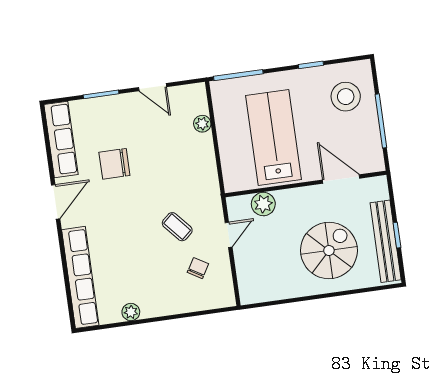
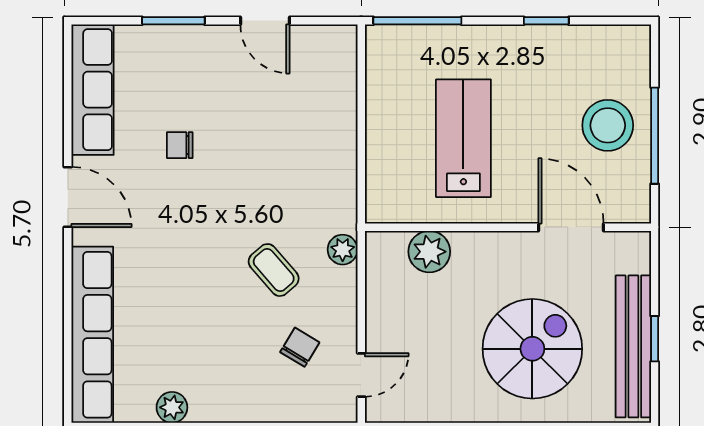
stool: (346, 97) -> (608, 125), moved
plant: (202, 124) -> (343, 250), moved
lab bench: (274, 138) -> (463, 138), width x0.73, depth x0.72
chair: (114, 164) -> (180, 145), width x0.54, depth x0.54
door: (56, 202) -> (68, 197), hinge flipped
door: (229, 235) -> (361, 375), moved

